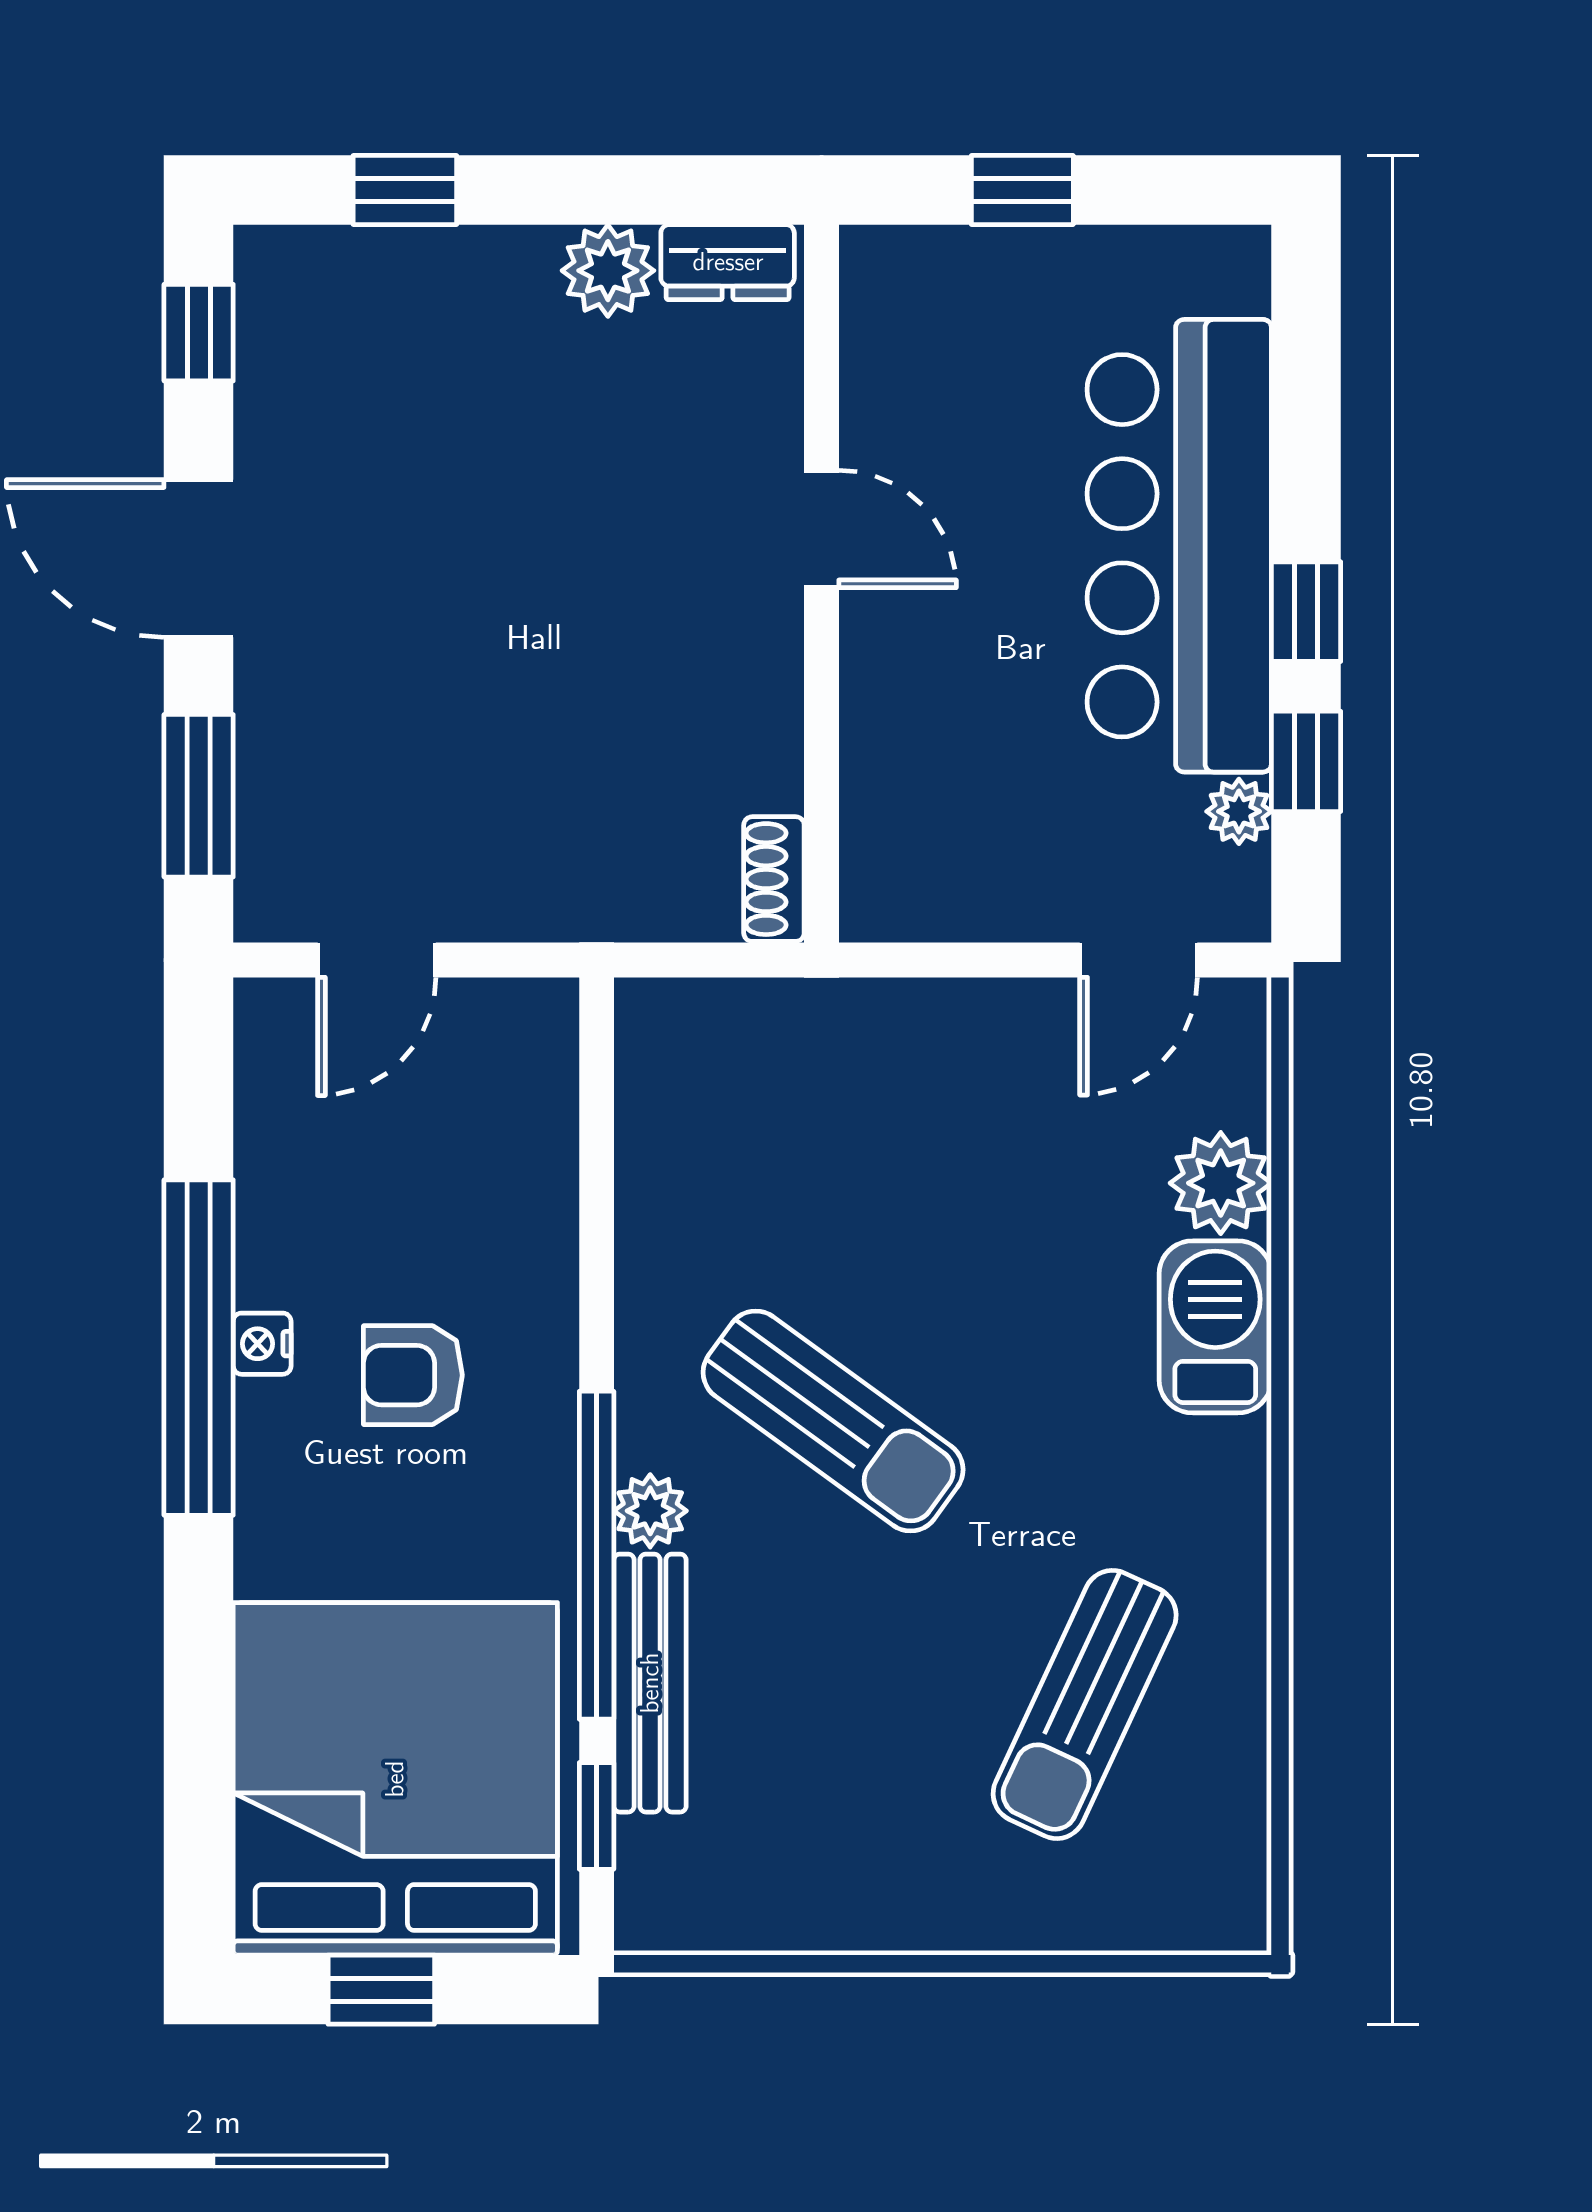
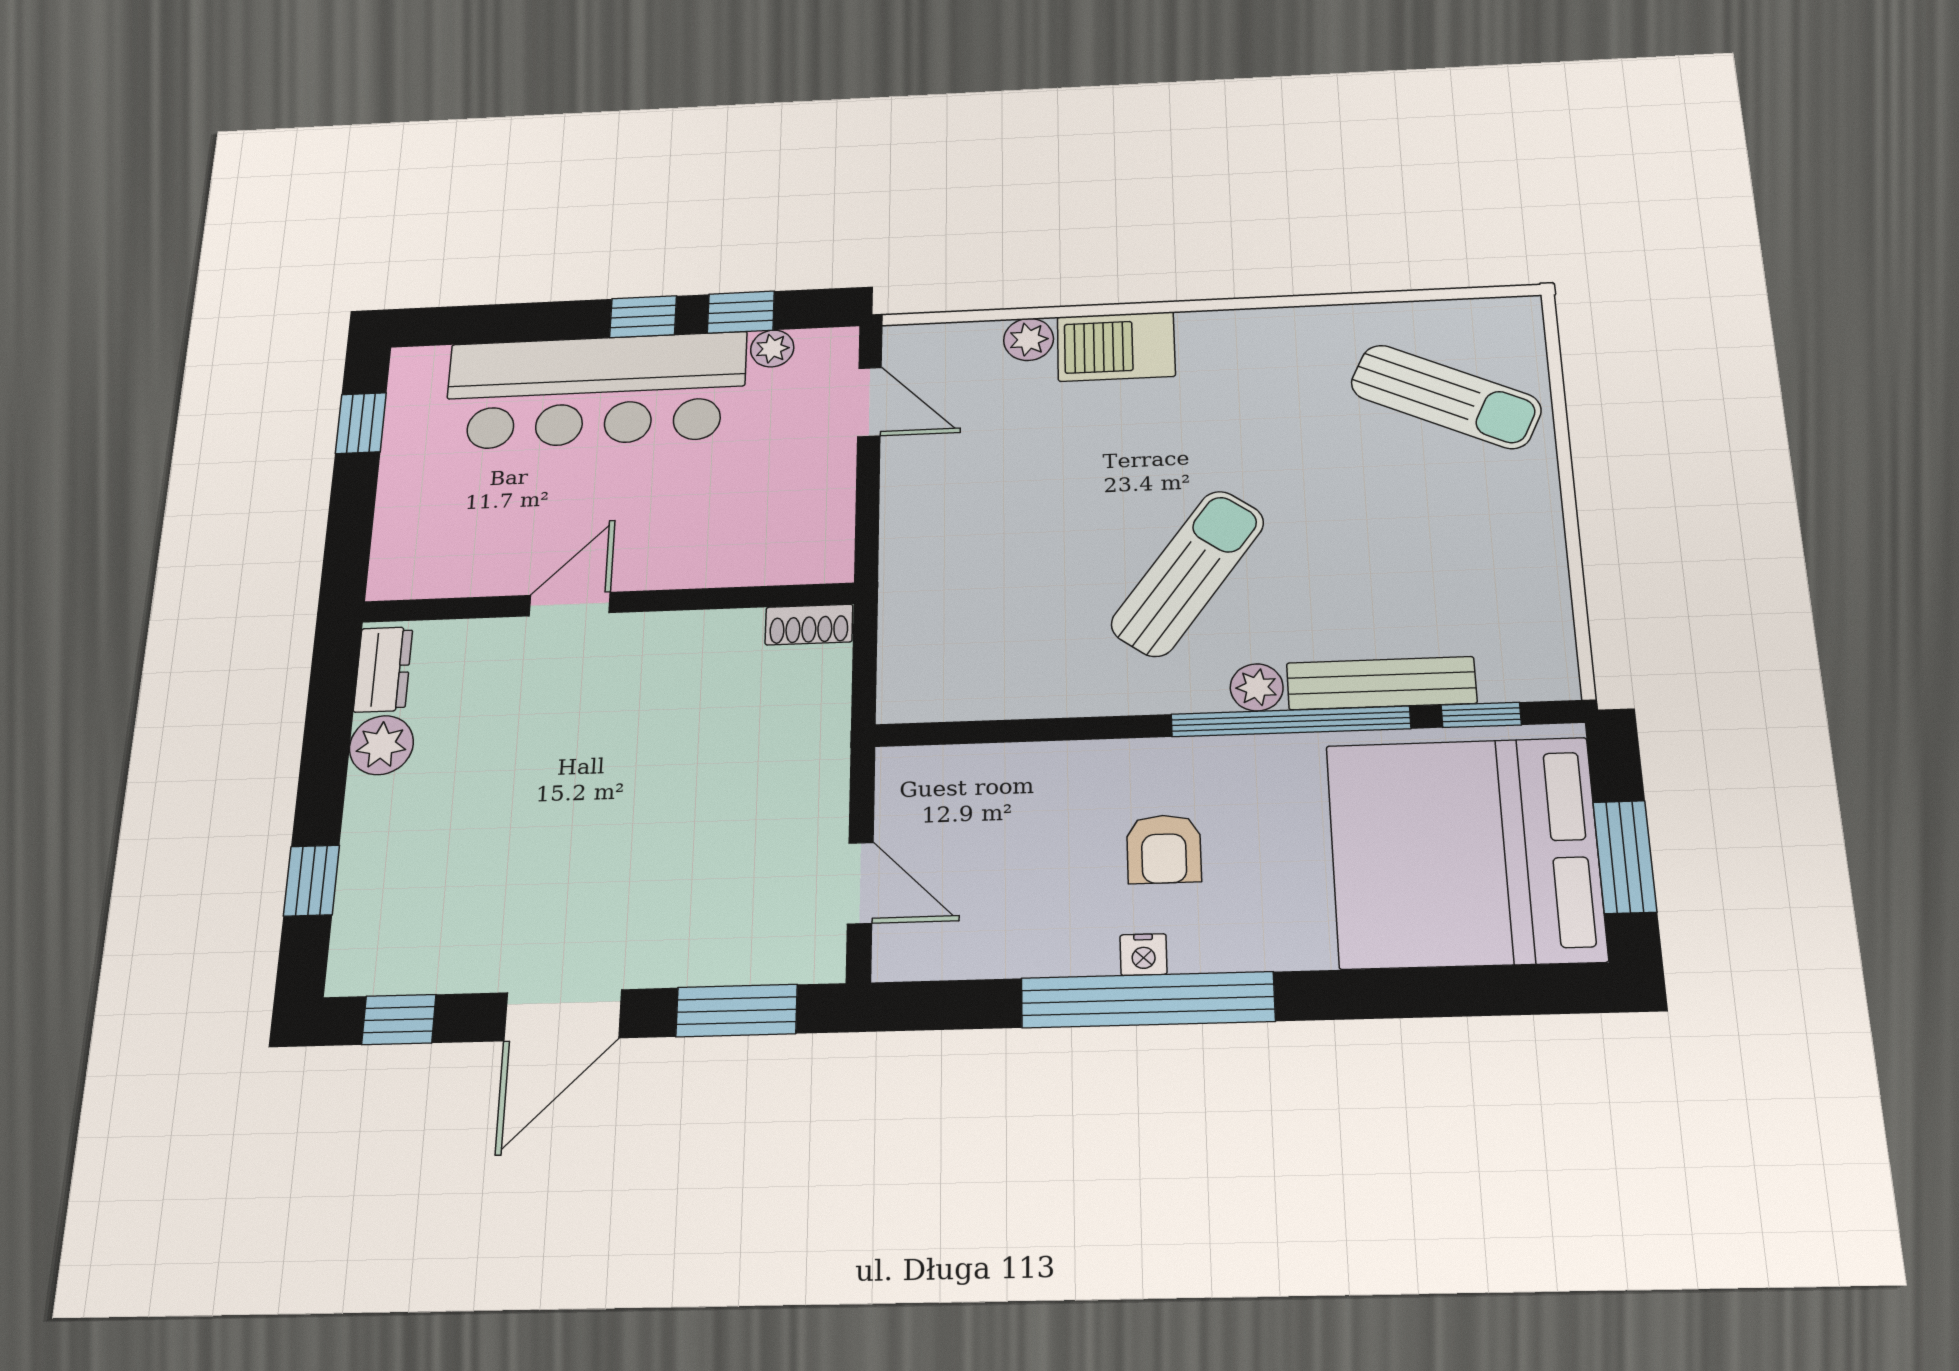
window: (1022, 190) -> (361, 423), moved
plant: (1221, 1183) -> (1029, 339), width x0.73, depth x0.73
sun lounger: (1085, 1704) -> (1446, 397), moved
window: (381, 1990) -> (1625, 857), width x1.50

